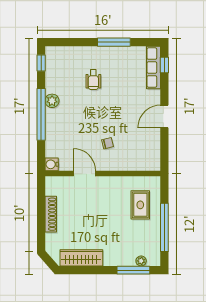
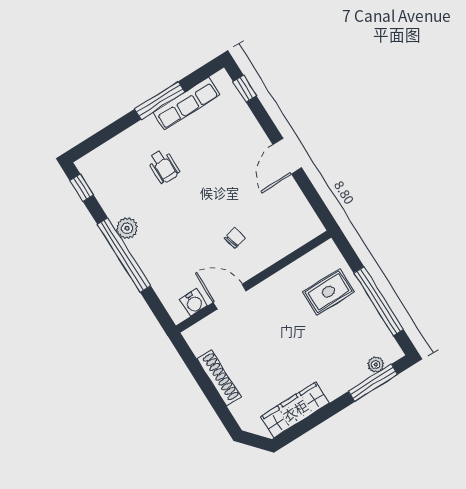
row of seats: (154, 68) -> (186, 104), moved, turned -90
water cooler: (52, 164) -> (194, 303), moved, turned -90
rug: (140, 205) -> (328, 292), turned 90

